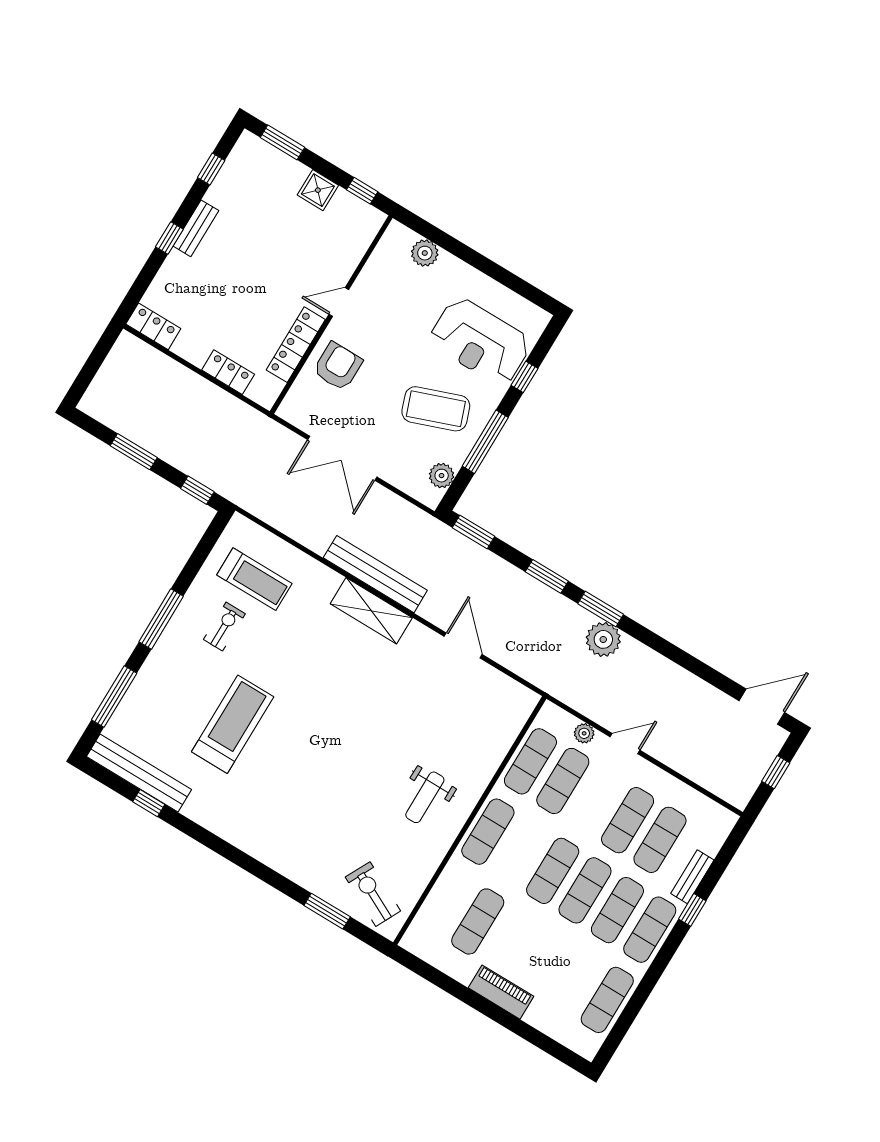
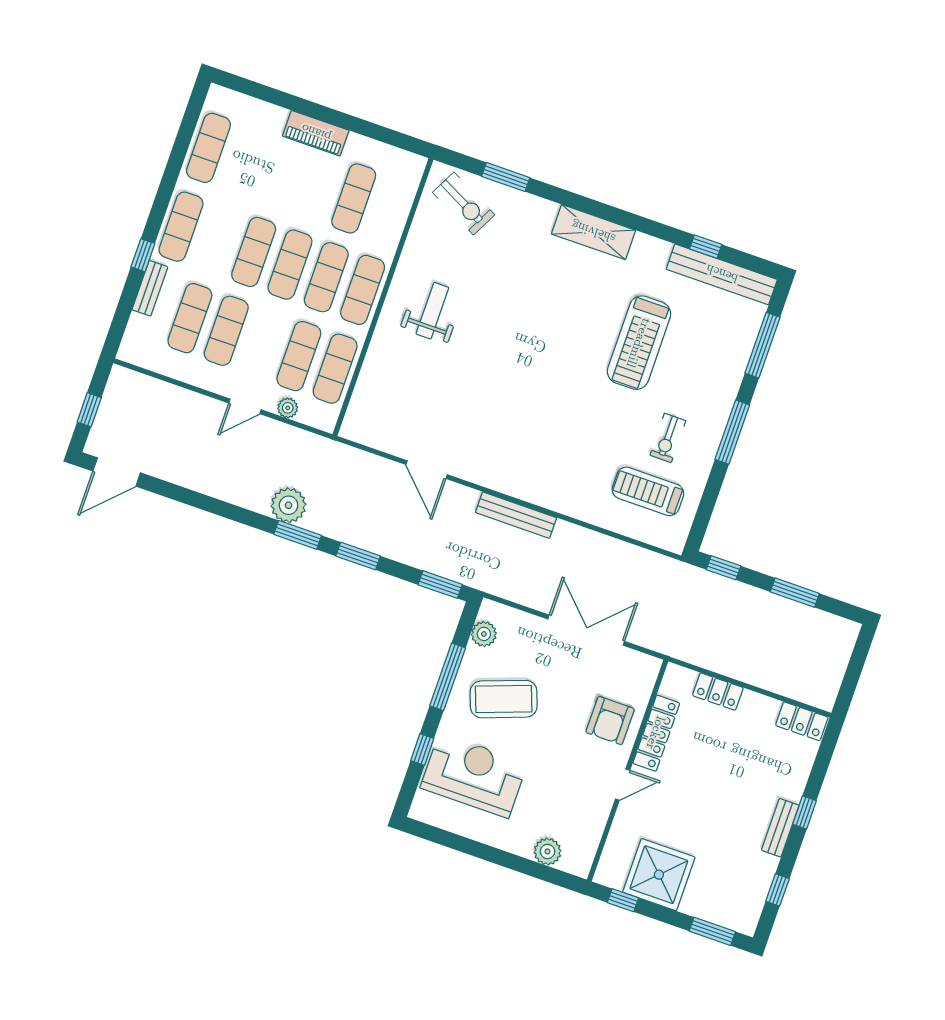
shower: (318, 190) -> (659, 875), width x1.86, depth x1.86
bench: (375, 574) -> (516, 515), width x0.73, depth x0.82
shelving: (371, 611) -> (593, 232), moved
exercise mat: (617, 910) -> (326, 277), moved

